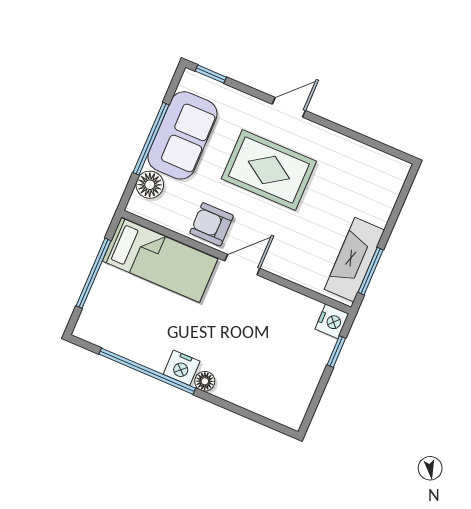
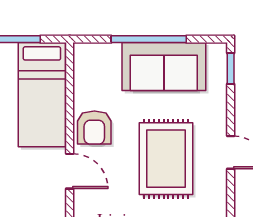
floor lamp: (150, 185) -> (106, 56), removed
armchair: (212, 224) -> (94, 128), turned 180

